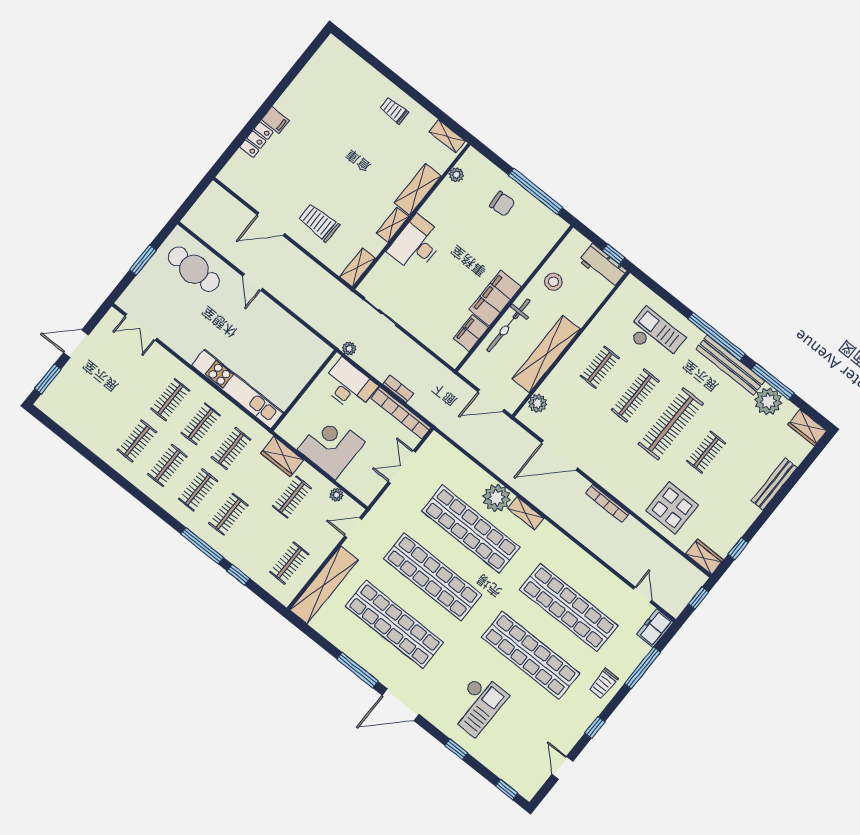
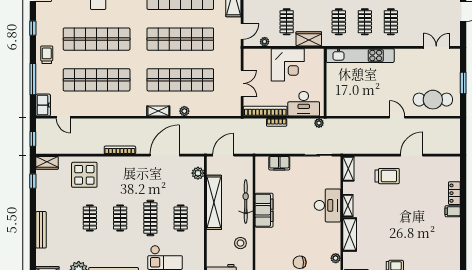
filing cabinet: (471, 333) -> (279, 163), moved, turned 90
clothes rail: (671, 424) -> (120, 218), width x0.54, depth x0.76
plant: (496, 498) -> (184, 111), width x0.53, depth x0.53

